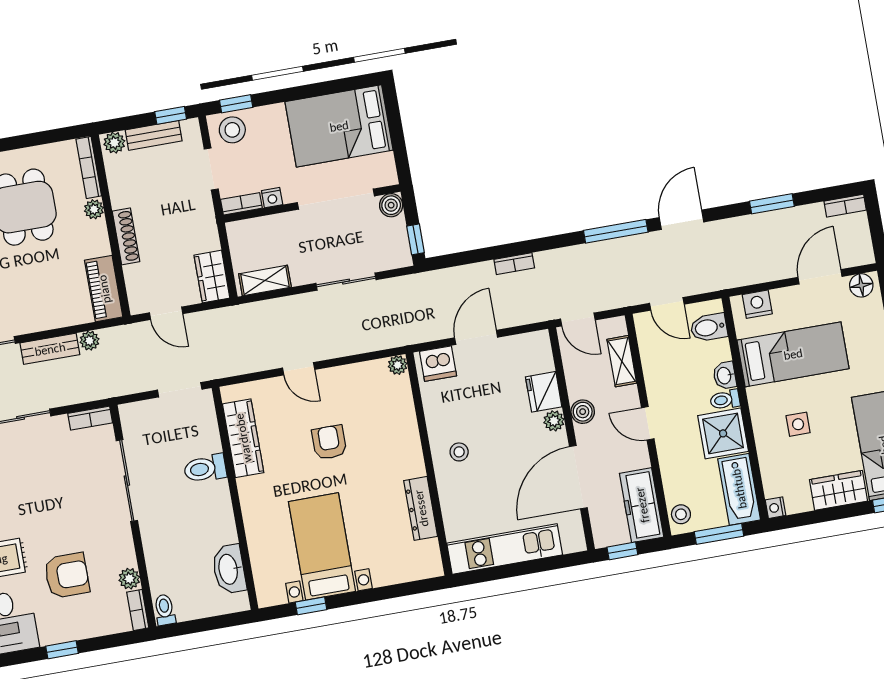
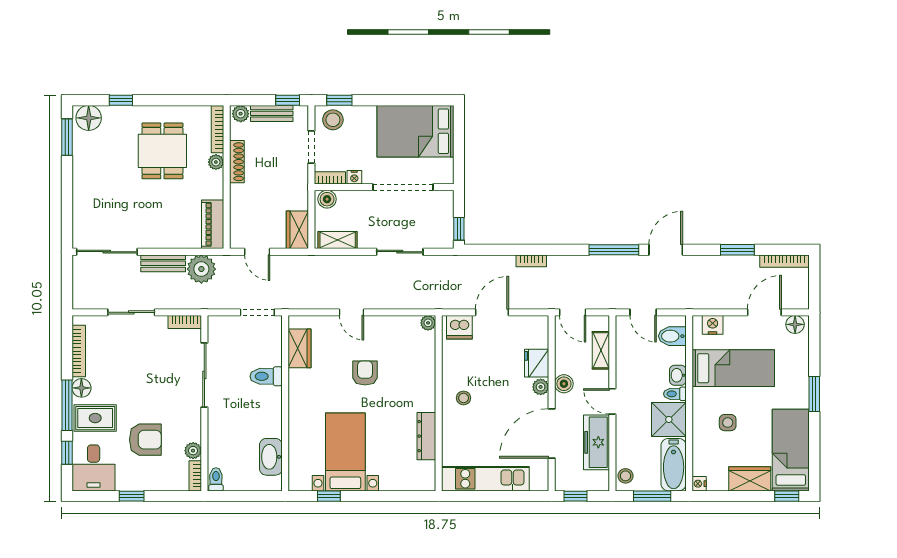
boiler: (391, 205) -> (327, 199), moved
bookcase: (845, 206) -> (785, 261), width x1.56
shoe rack: (126, 236) -> (237, 162), moved
plant: (90, 341) -> (201, 269), width x1.88, depth x1.88
wardrobe: (243, 438) -> (299, 348), width x0.67
freezer: (642, 505) -> (596, 442), moved

